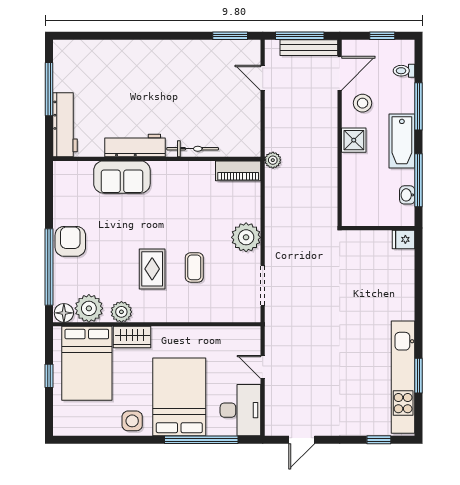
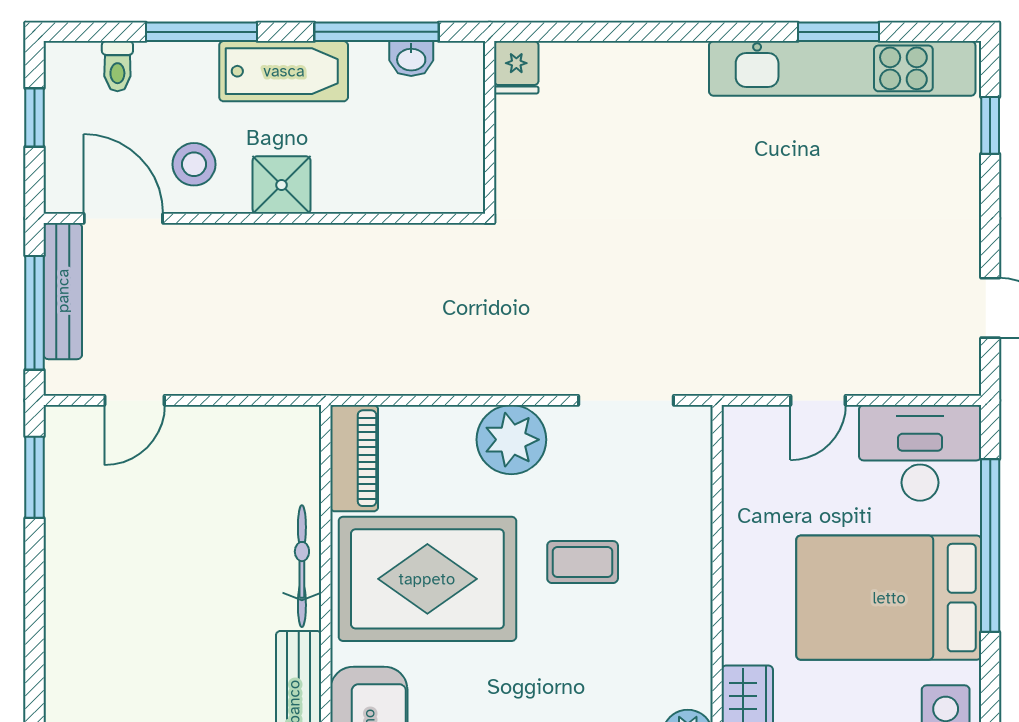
plant: (273, 160) -> (329, 376), removed
rug: (152, 269) -> (427, 579), moved, width x1.86, depth x2.06

